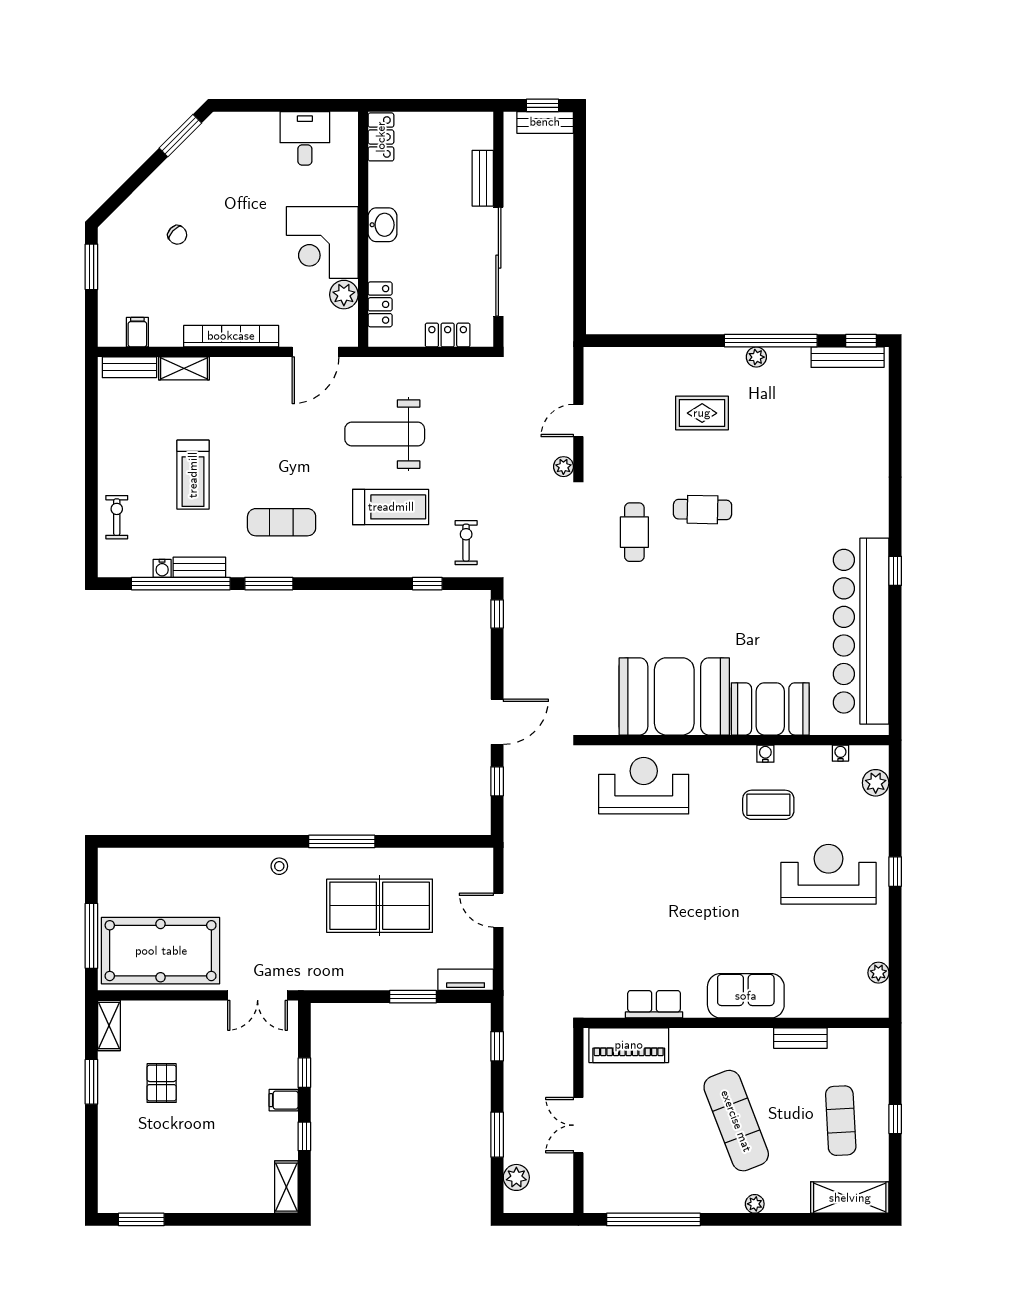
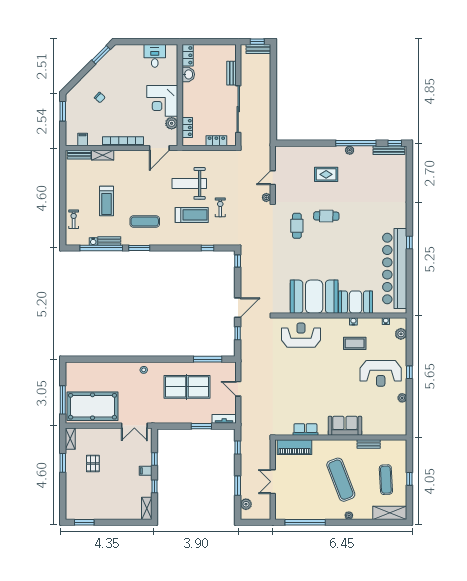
washbasin: (383, 225) -> (188, 74), moved
exercise bike: (466, 543) -> (220, 207), moved
window: (342, 841) -> (208, 359), moved
reception desk: (828, 874) -> (381, 373), turned 180
plant: (878, 973) -> (402, 398), moved

